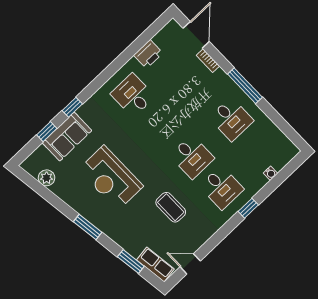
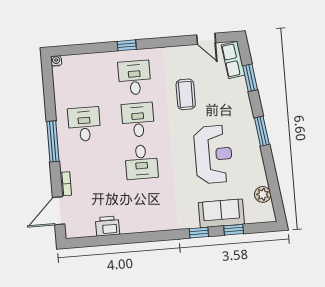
desk: (133, 95) -> (141, 162), moved
water cooler: (271, 173) -> (56, 61), moved

